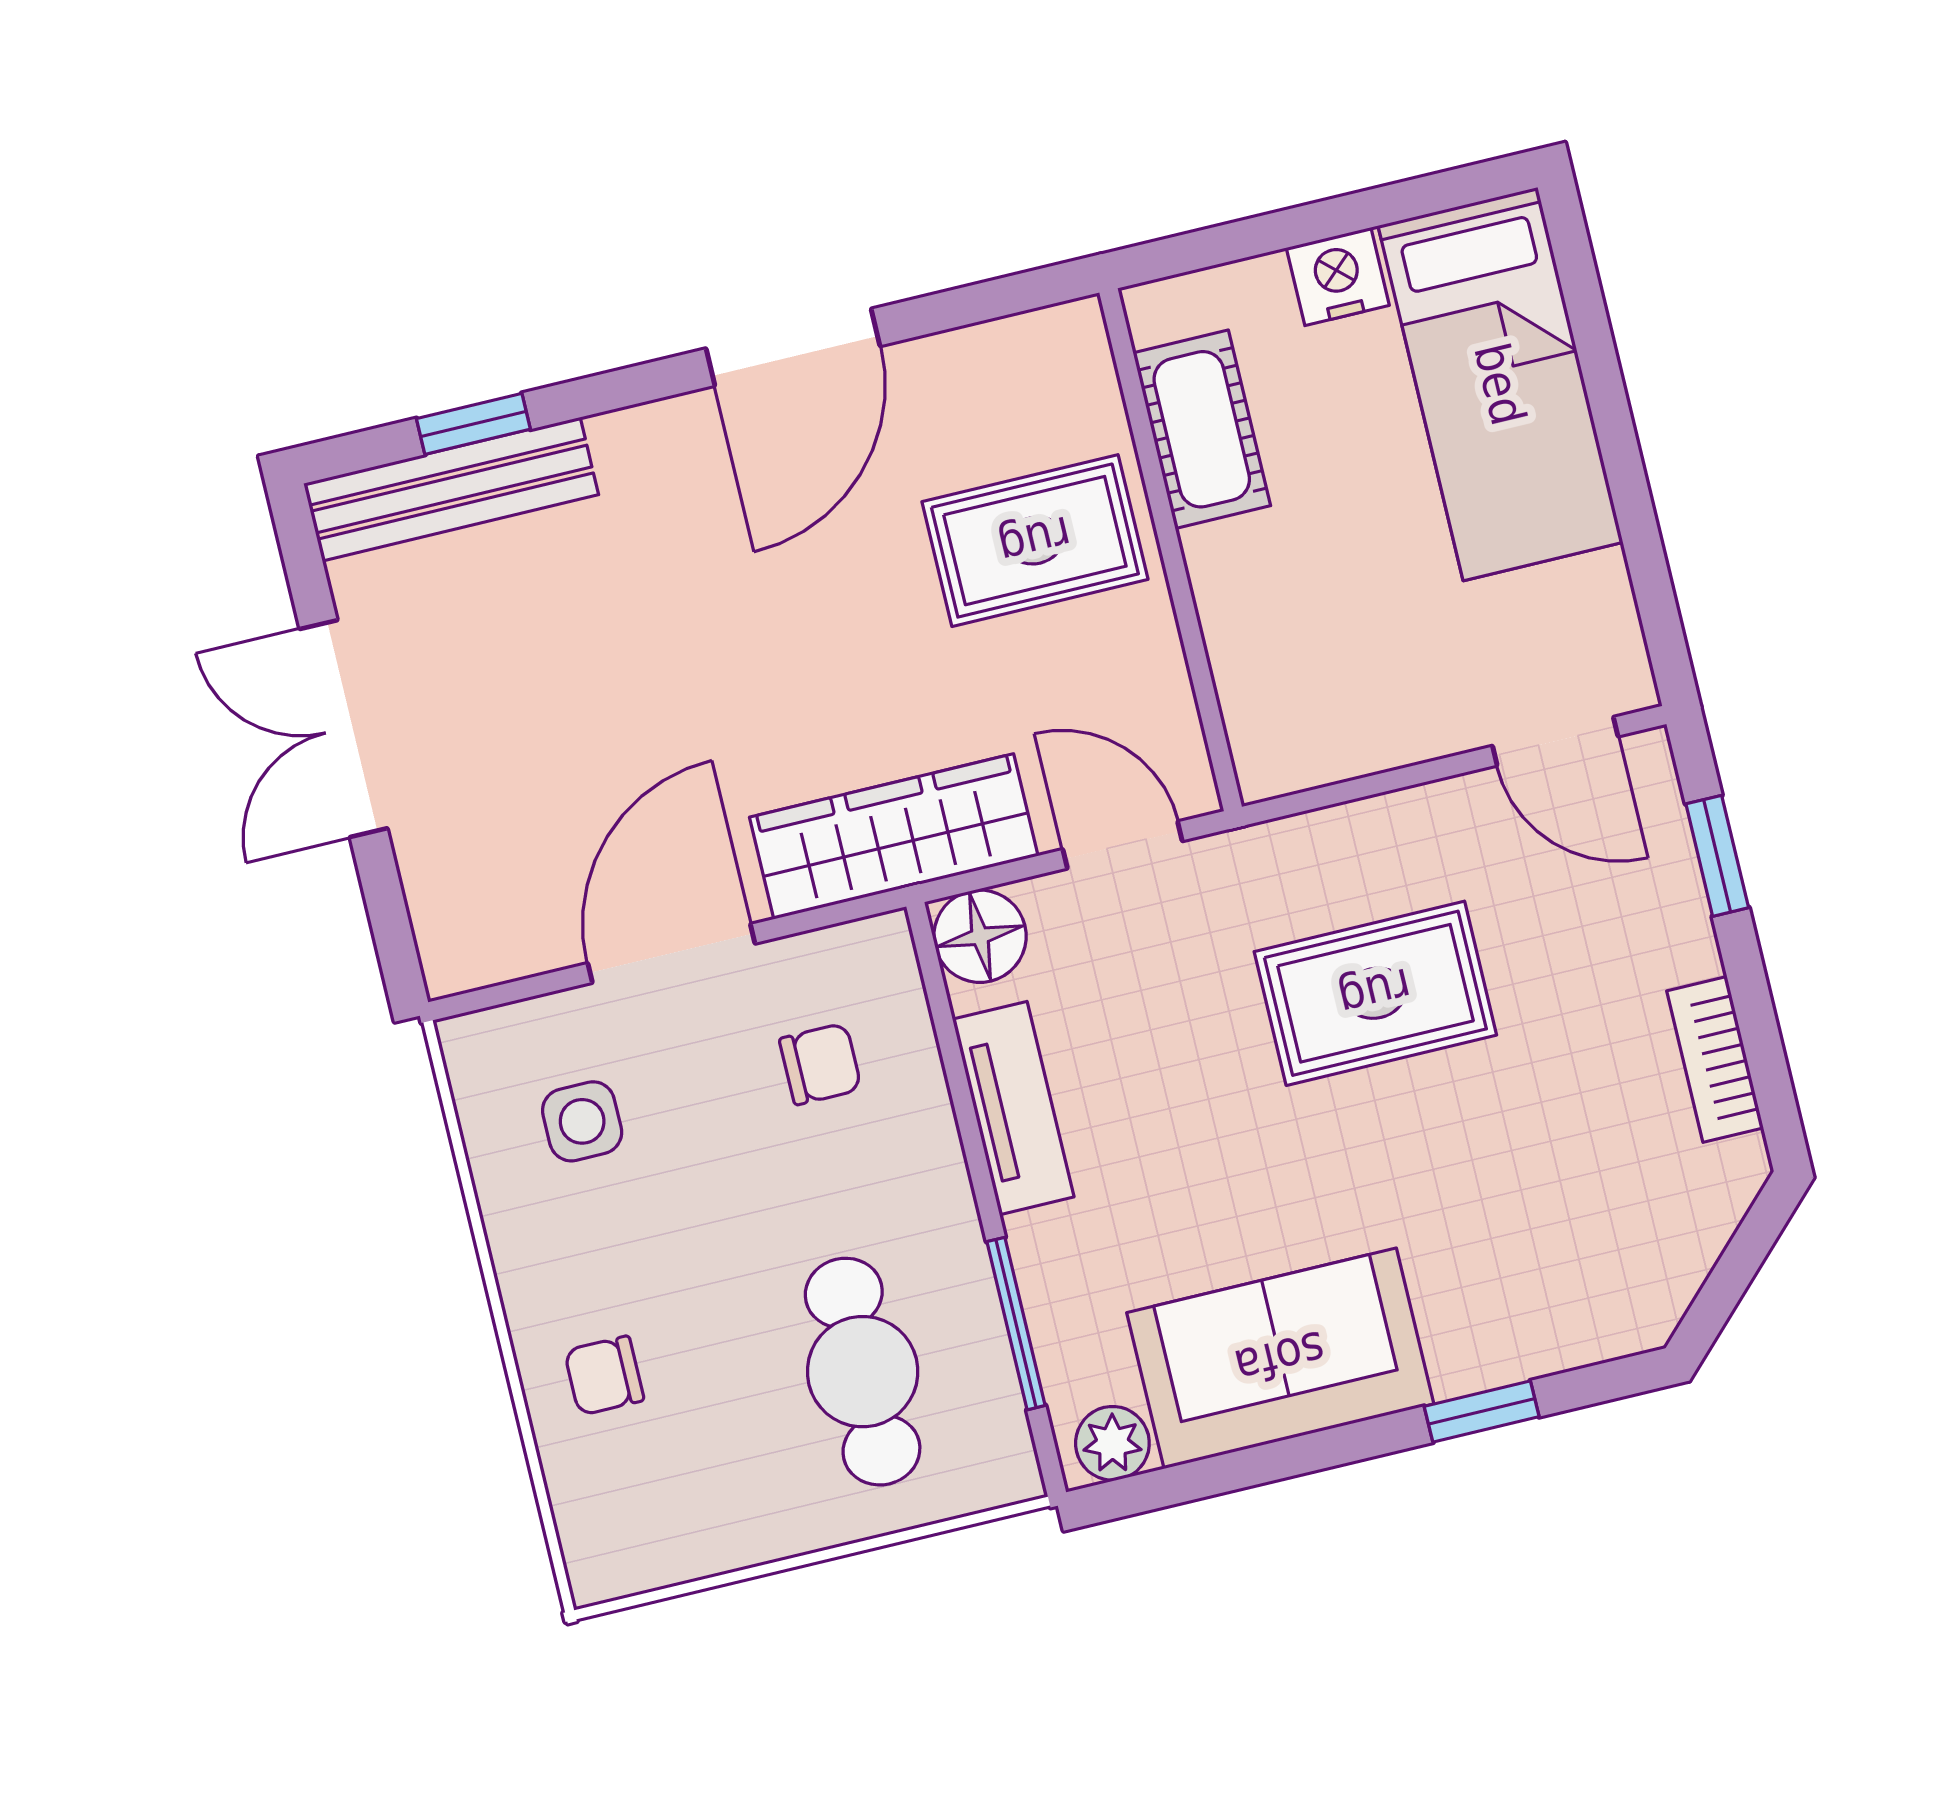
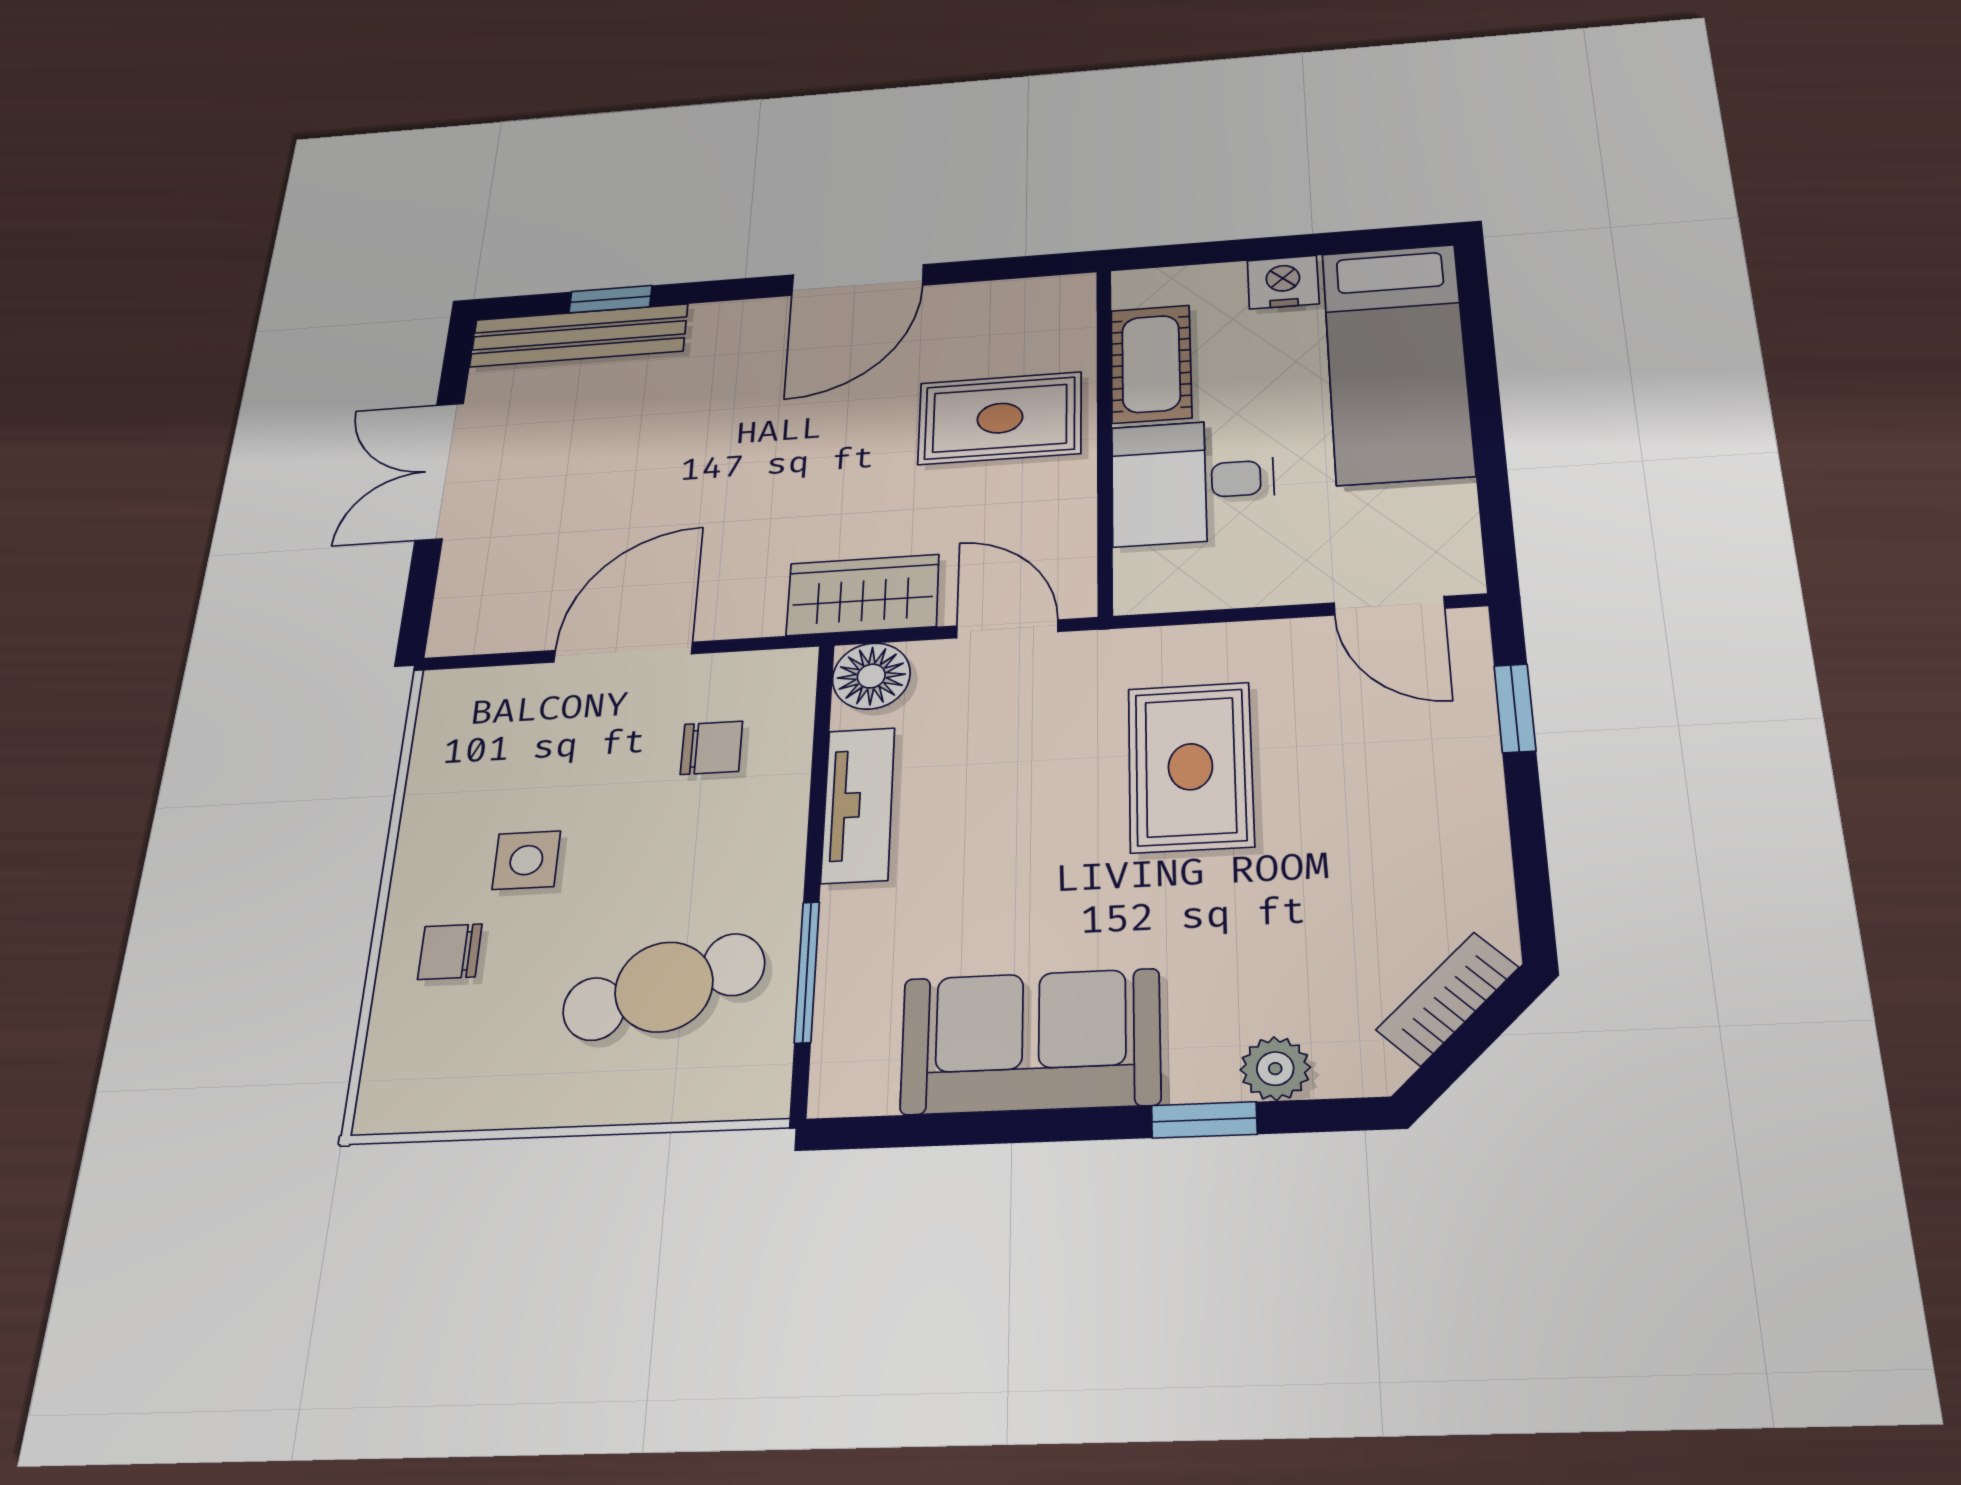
desk: (1292, 601) -> (1193, 482), added
wardrobe: (894, 836) -> (863, 595), width x0.67
rug: (1375, 993) -> (1190, 767), turned 90
bookcase: (1715, 1059) -> (1448, 999), moved, turned 45
side table: (582, 1121) -> (526, 860), moved
cafe table: (863, 1372) -> (664, 987), turned 73
plant: (1112, 1443) -> (1275, 1069), moved

